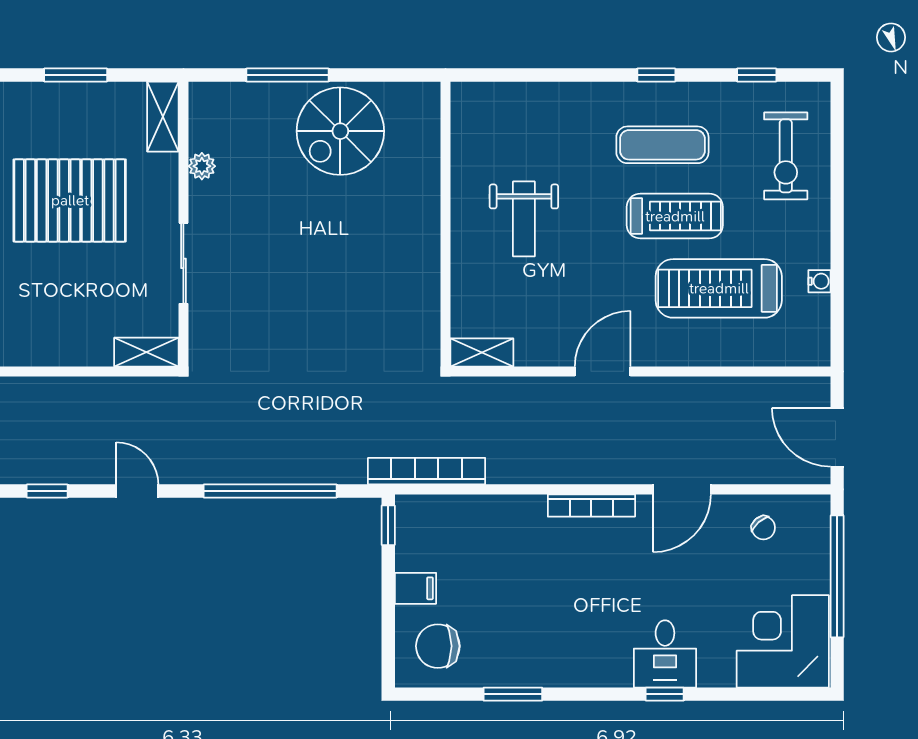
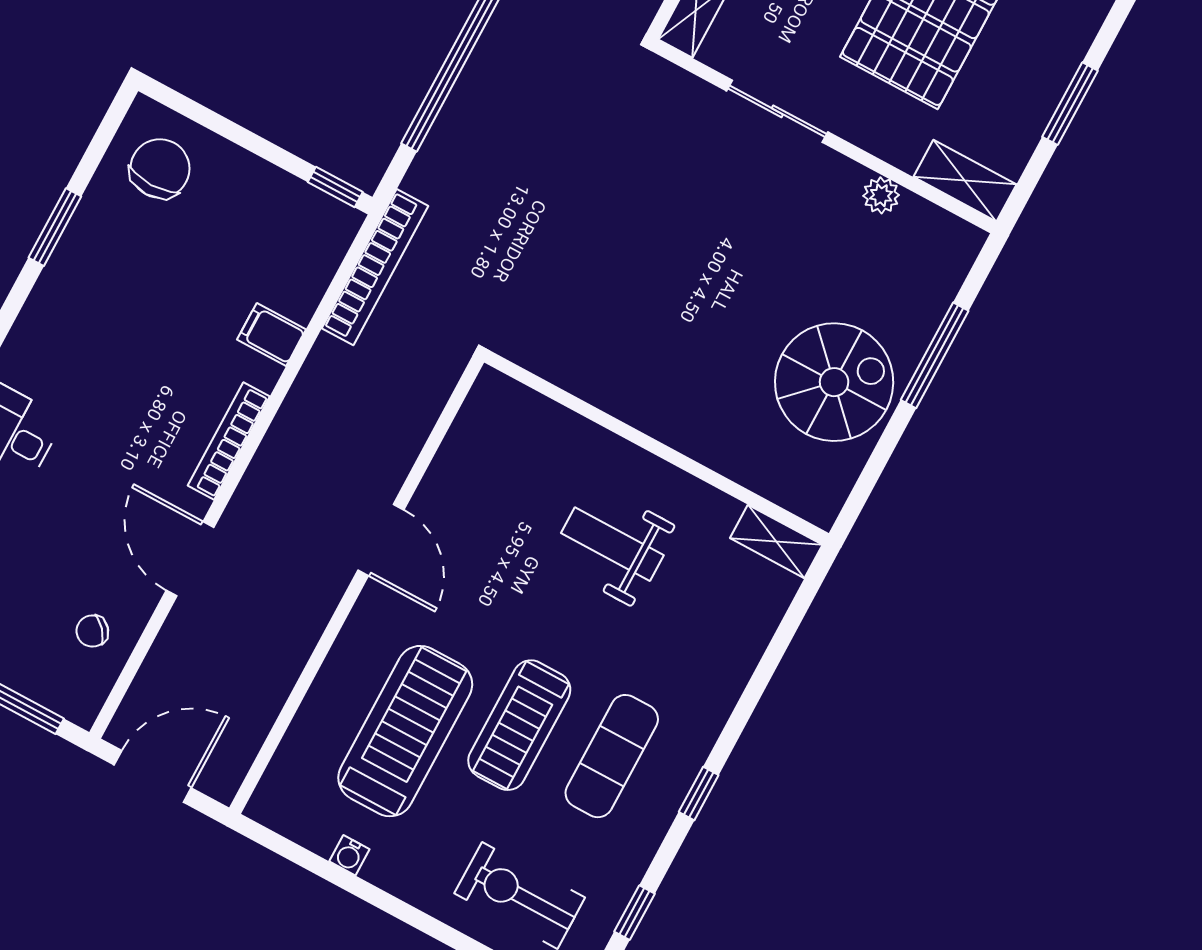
spiral stairs: (340, 131) -> (834, 382), turned 90
shelving: (482, 352) -> (776, 541), moved, turned 90
filing cabinet: (415, 588) -> (272, 335), moved, turned 90

